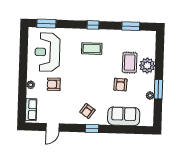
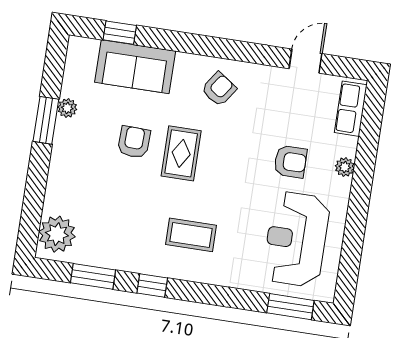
window: (93, 25) -> (152, 285), moved
reception desk: (47, 52) -> (296, 239), turned 180
rug: (130, 63) -> (181, 153), moved
plant: (147, 66) -> (57, 234), moved
window: (92, 129) -> (120, 33), moved

